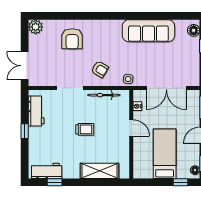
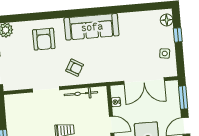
sofa: (148, 31) -> (92, 27), moved
side table: (128, 79) -> (165, 53), moved
workbench: (36, 111) -> (13, 116), removed

